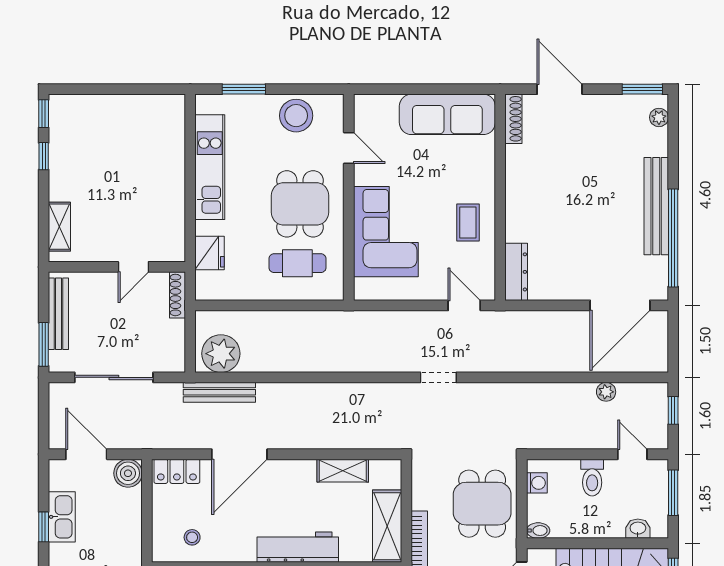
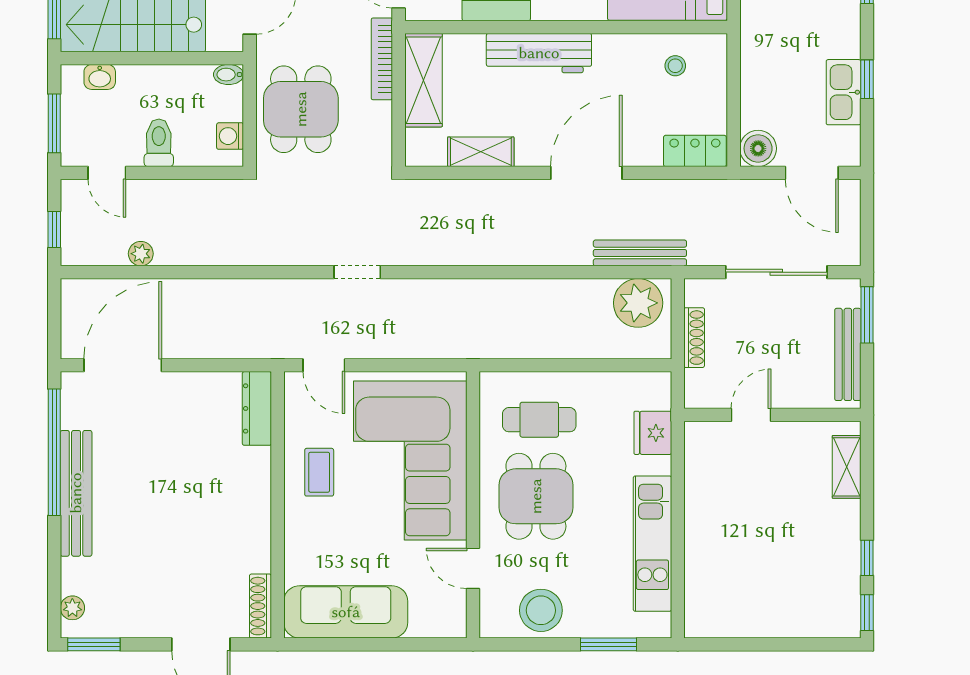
corner sofa: (386, 232) -> (410, 461), width x1.36, depth x1.36
shoe rack: (177, 295) -> (694, 338), moved
door: (239, 454) -> (586, 173), moved

